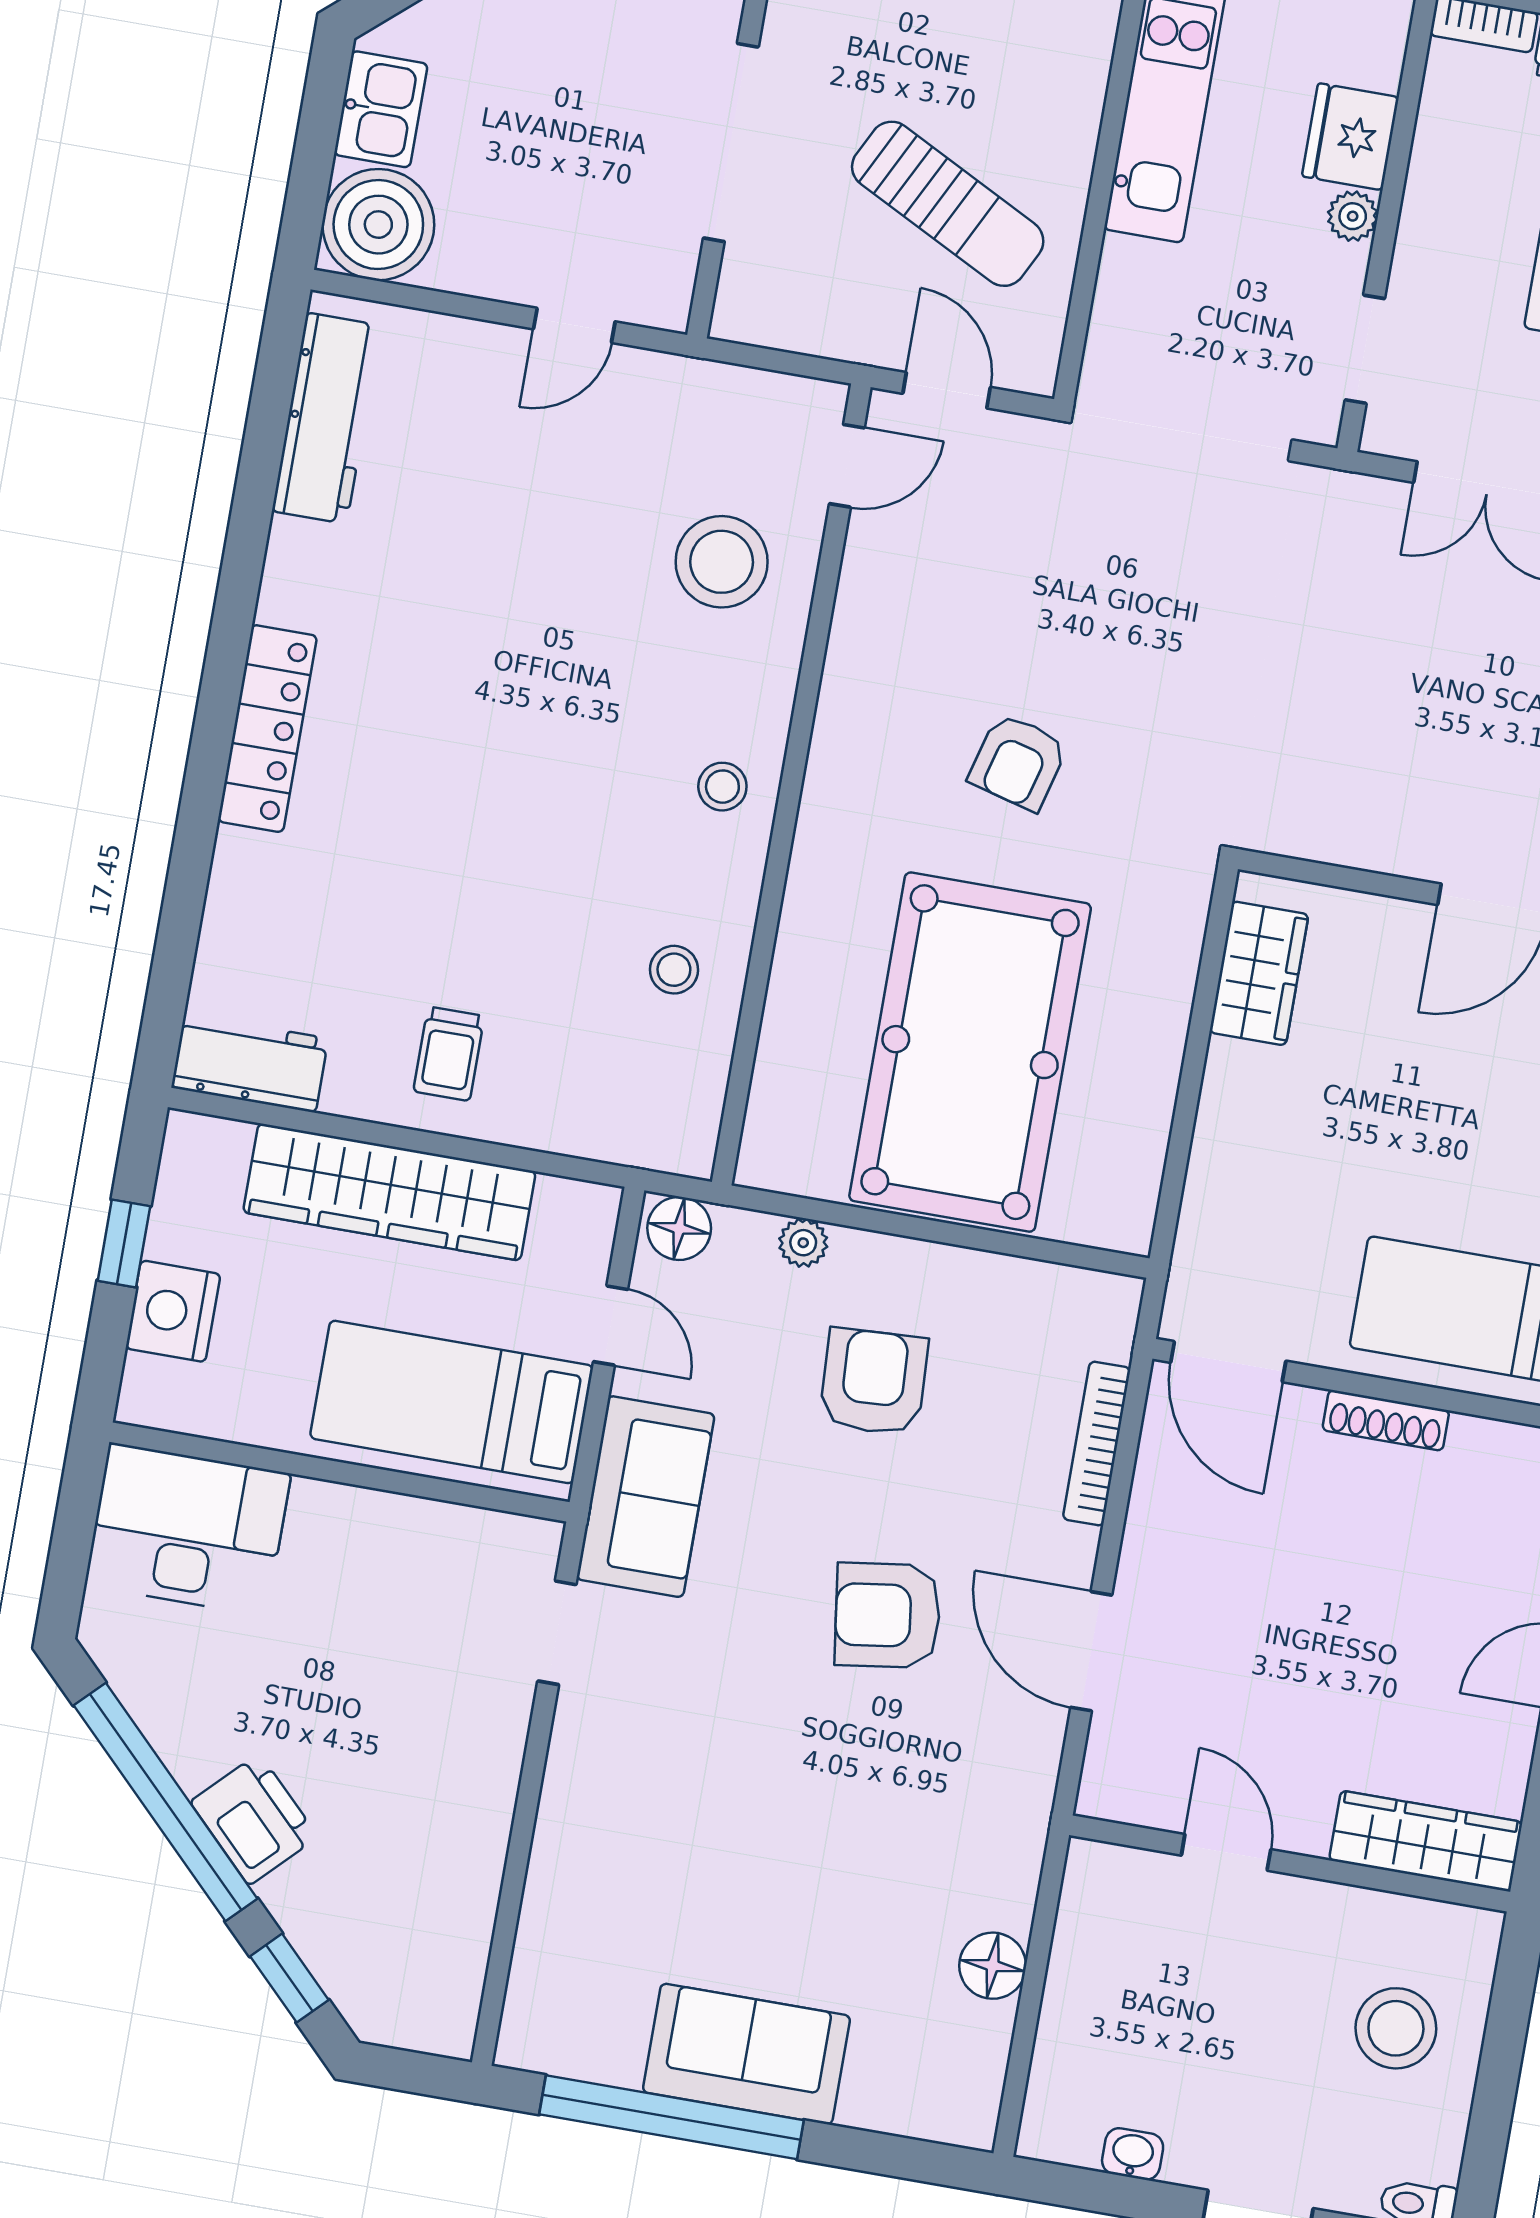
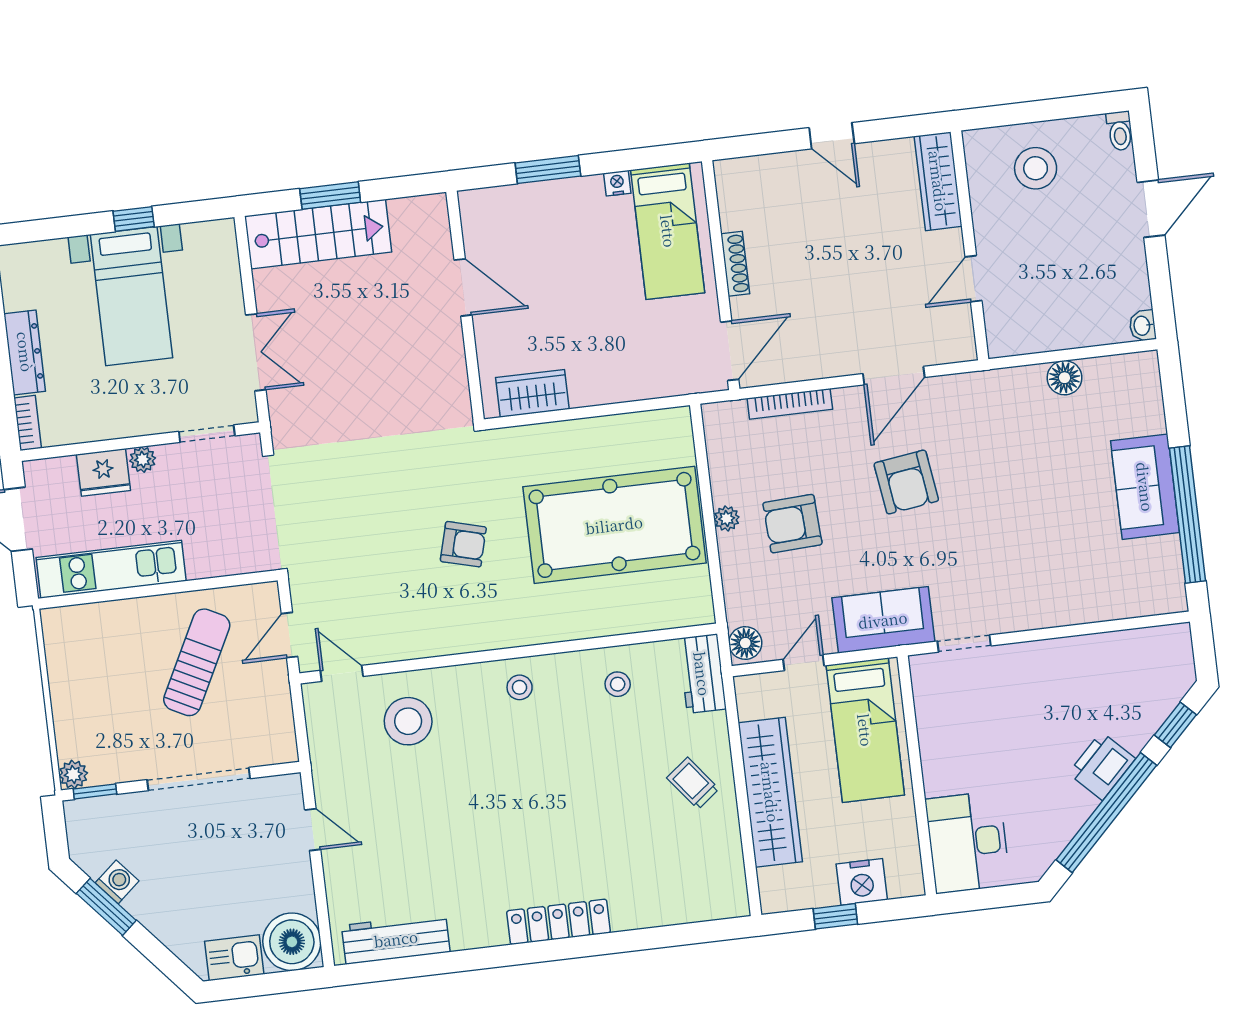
trolley: (449, 1054) -> (693, 783), turned -128
workbench: (250, 1063) -> (702, 674), moved
plant: (803, 1243) -> (727, 518), moved
washbasin: (1133, 2154) -> (1143, 326), moved

